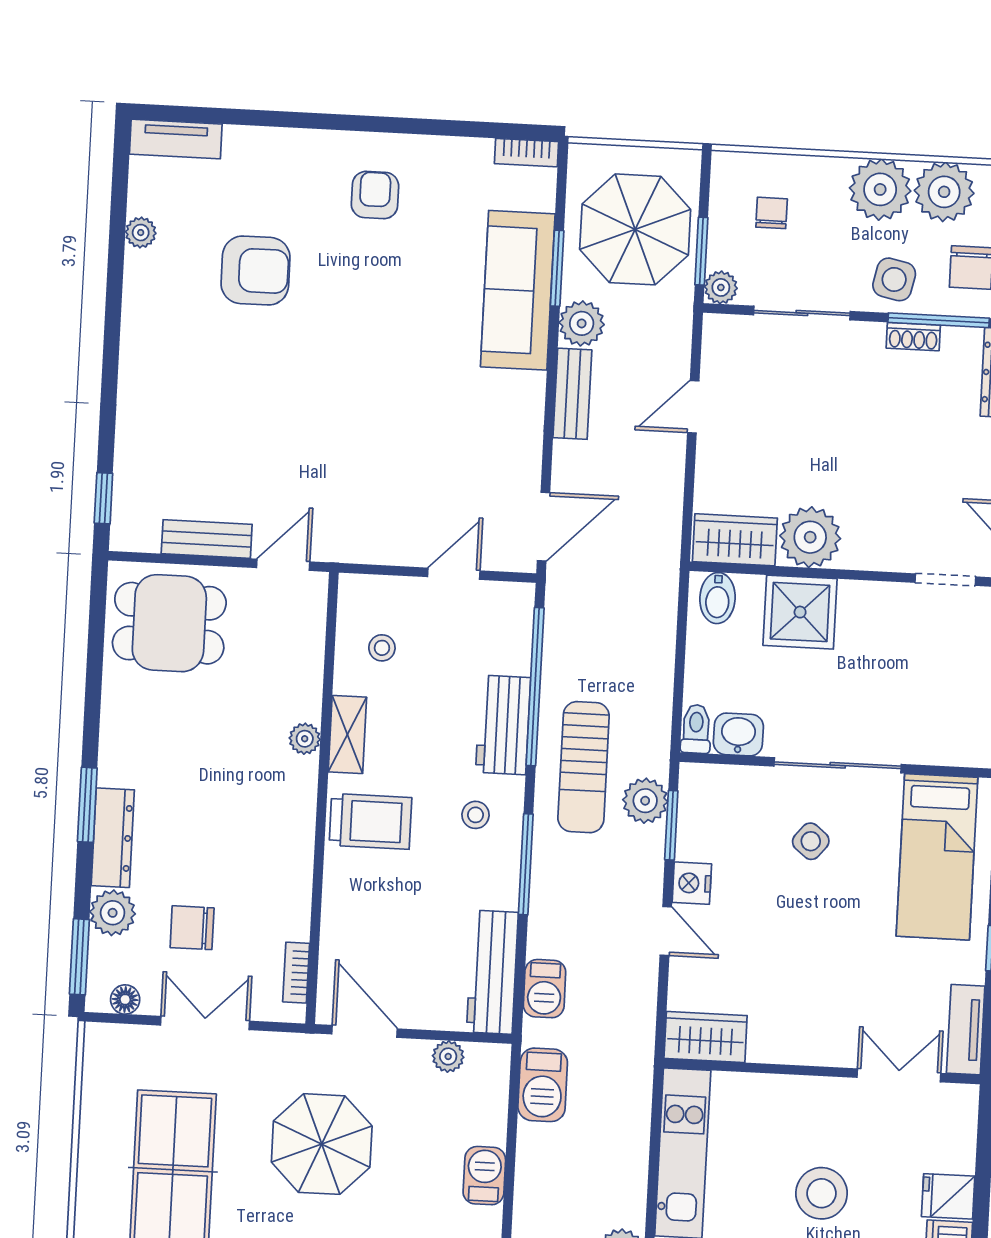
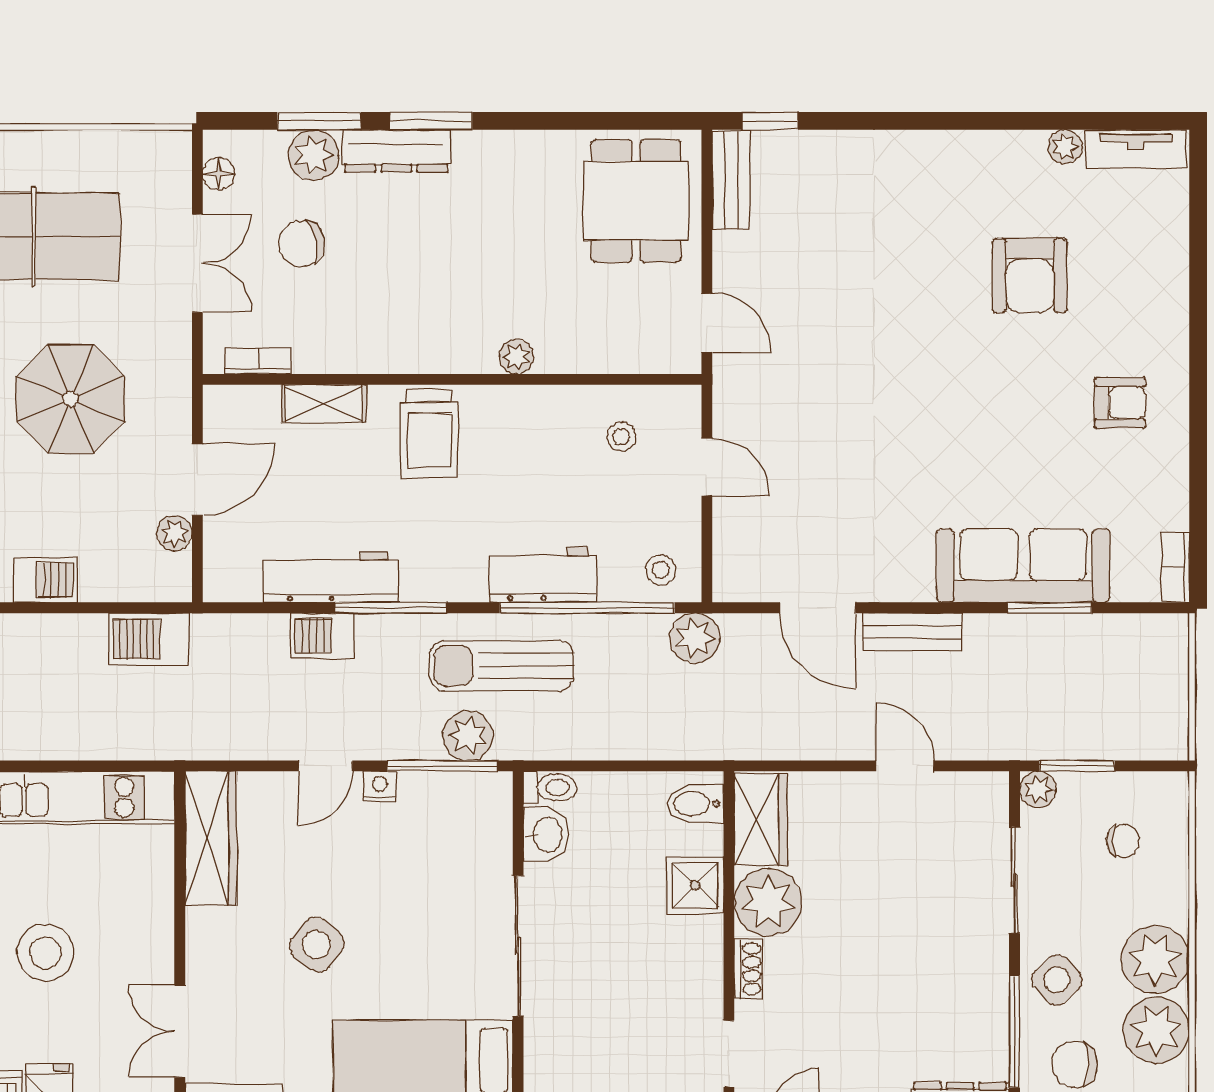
tv unit: (176, 139) -> (1136, 149), moved, turned -90
parasol: (635, 229) -> (1097, 692), removed
side table: (894, 279) -> (1057, 980), turned 37
plant: (582, 323) -> (695, 638), moved
shoe rack: (913, 337) -> (748, 969), moved, turned 180
door: (543, 527) -> (818, 608), moved
bench: (207, 539) -> (731, 180), moved
door: (454, 574) -> (707, 467), moved
shower: (800, 612) -> (695, 885), width x0.73, depth x0.73
shelving: (347, 734) -> (324, 404), moved
stool: (476, 815) -> (661, 570), moved
window: (671, 825) -> (442, 766), width x1.44
side table: (811, 841) -> (317, 944), moved, width x1.37, depth x1.37
nightstand: (692, 883) -> (380, 786), width x0.72, depth x0.74
chair: (192, 928) -> (302, 243), turned -102
window: (79, 957) -> (319, 121), moved
workbench: (492, 972) -> (331, 577), moved
barbecue: (545, 989) -> (323, 636), moved
door: (365, 1031) -> (197, 479), moved
wardrobe: (706, 1037) -> (211, 838), width x1.50
double door: (899, 1075) -> (180, 1031), swing flipped

